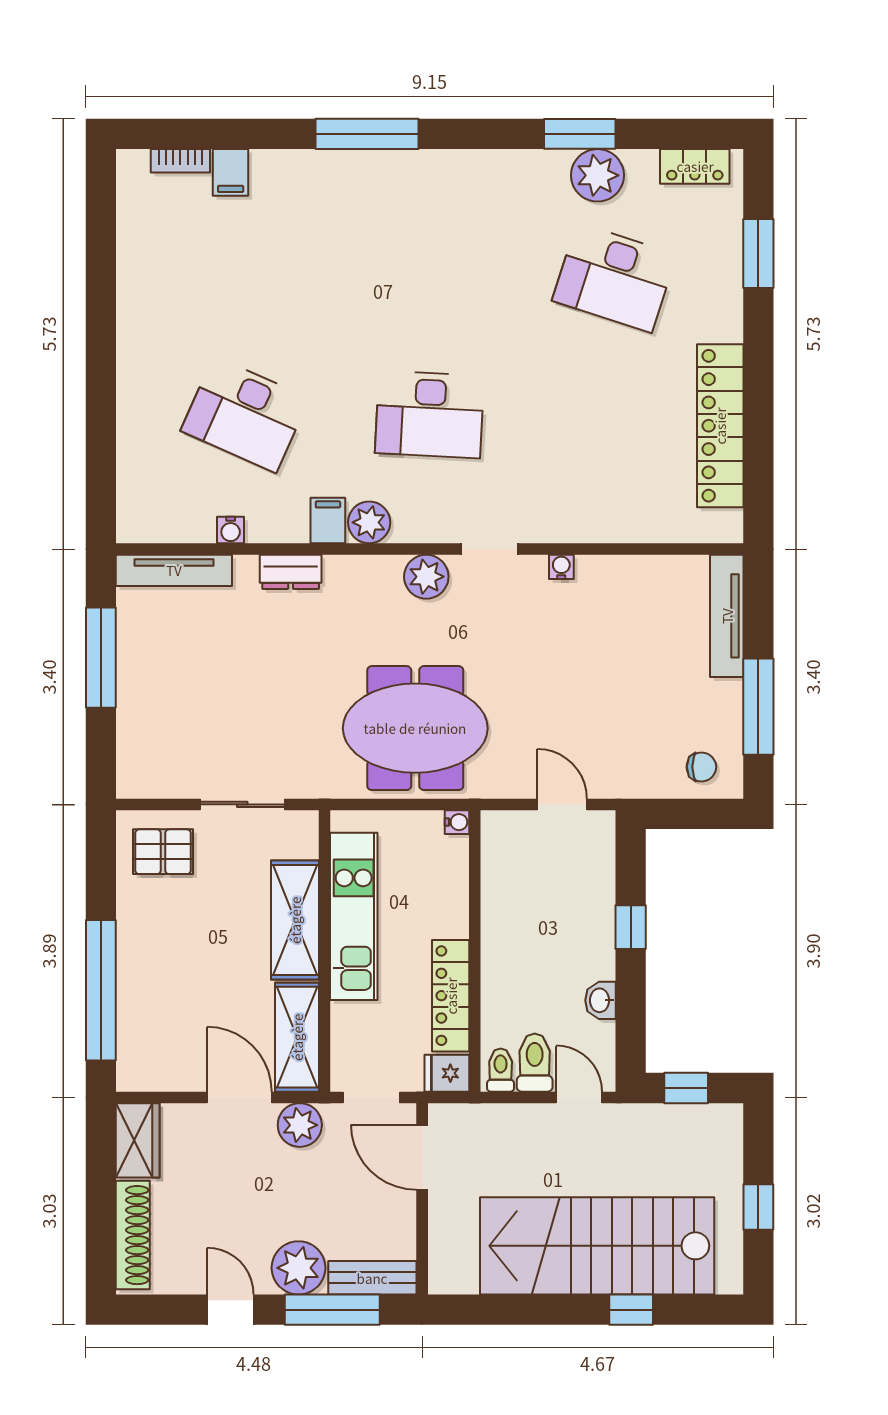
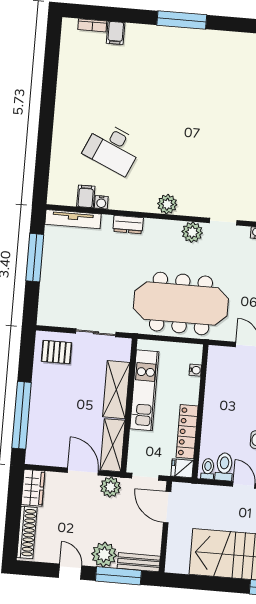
desk: (430, 415) -> (200, 156), removed
filing cabinet: (328, 520) -> (86, 196), moved
meeting table: (415, 728) -> (181, 303), width x1.36
water cooler: (457, 822) -> (195, 370), moved

